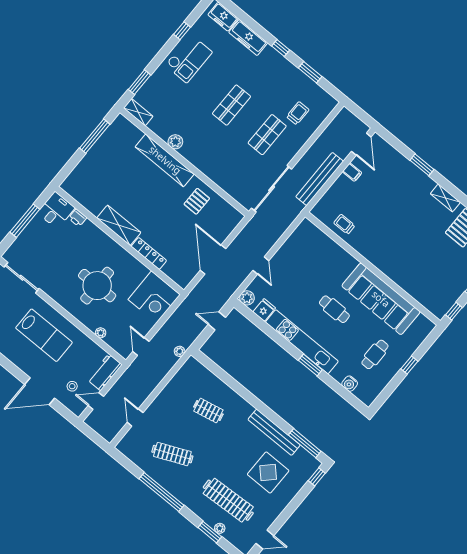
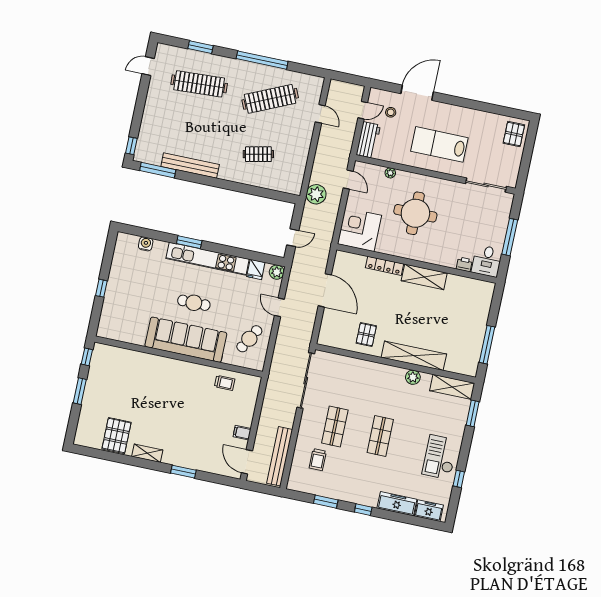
shelving: (138, 112) -> (452, 387), width x1.50, depth x1.33
bench: (320, 179) -> (280, 456), moved
sofa: (381, 299) -> (186, 340), moved
plant: (180, 351) -> (316, 194), width x1.87, depth x1.87
cafe table: (375, 354) -> (249, 339), moved, turned 30
clothes rail: (172, 454) -> (270, 99), width x1.37, depth x1.31
display table: (268, 472) -> (177, 127), removed
plant: (220, 528) -> (194, 55), removed

